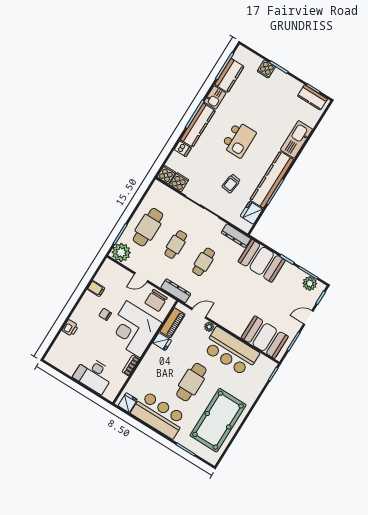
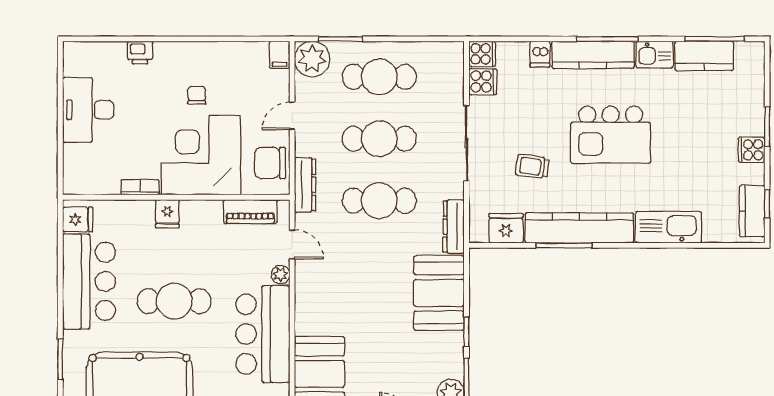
cooker: (266, 69) -> (752, 150), moved
kitchen island: (239, 140) -> (611, 135), width x1.37, depth x1.28
cafe table: (176, 245) -> (379, 139), width x1.37, depth x1.35
cafe table: (204, 262) -> (379, 201), width x1.37, depth x1.35
door: (141, 277) -> (292, 116), hinge flipped
filing cabinet: (96, 289) -> (280, 55), moved
fridge: (162, 342) -> (167, 214), moved
desk: (94, 375) -> (88, 110), moved

